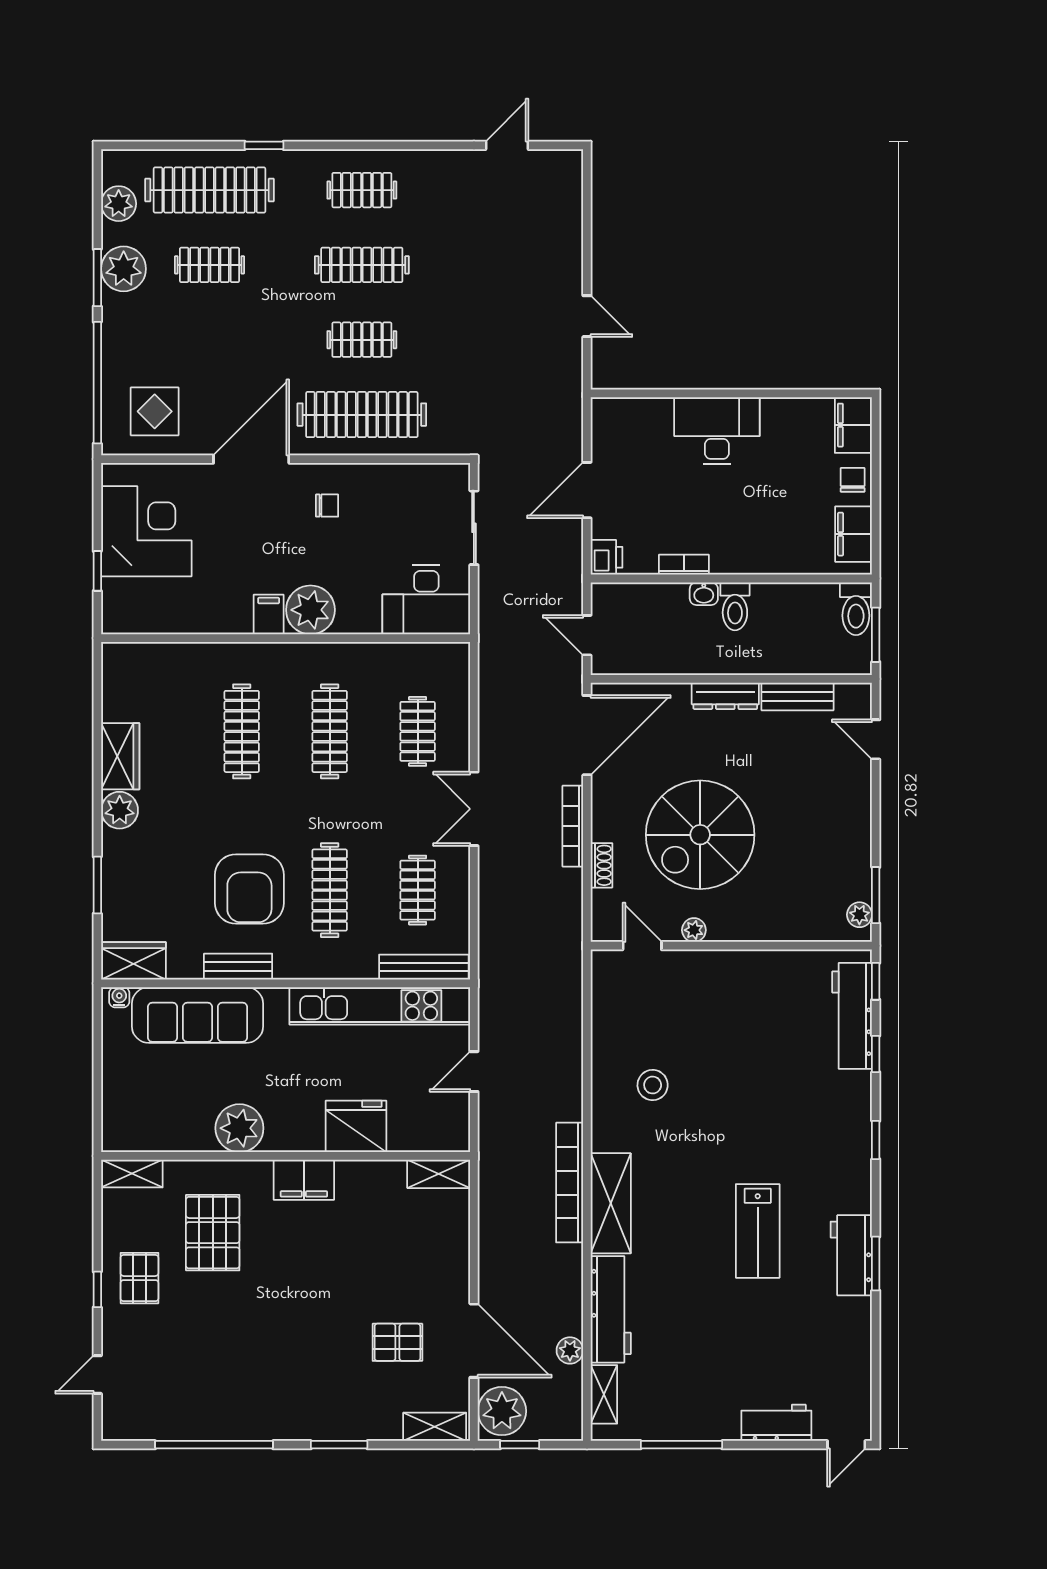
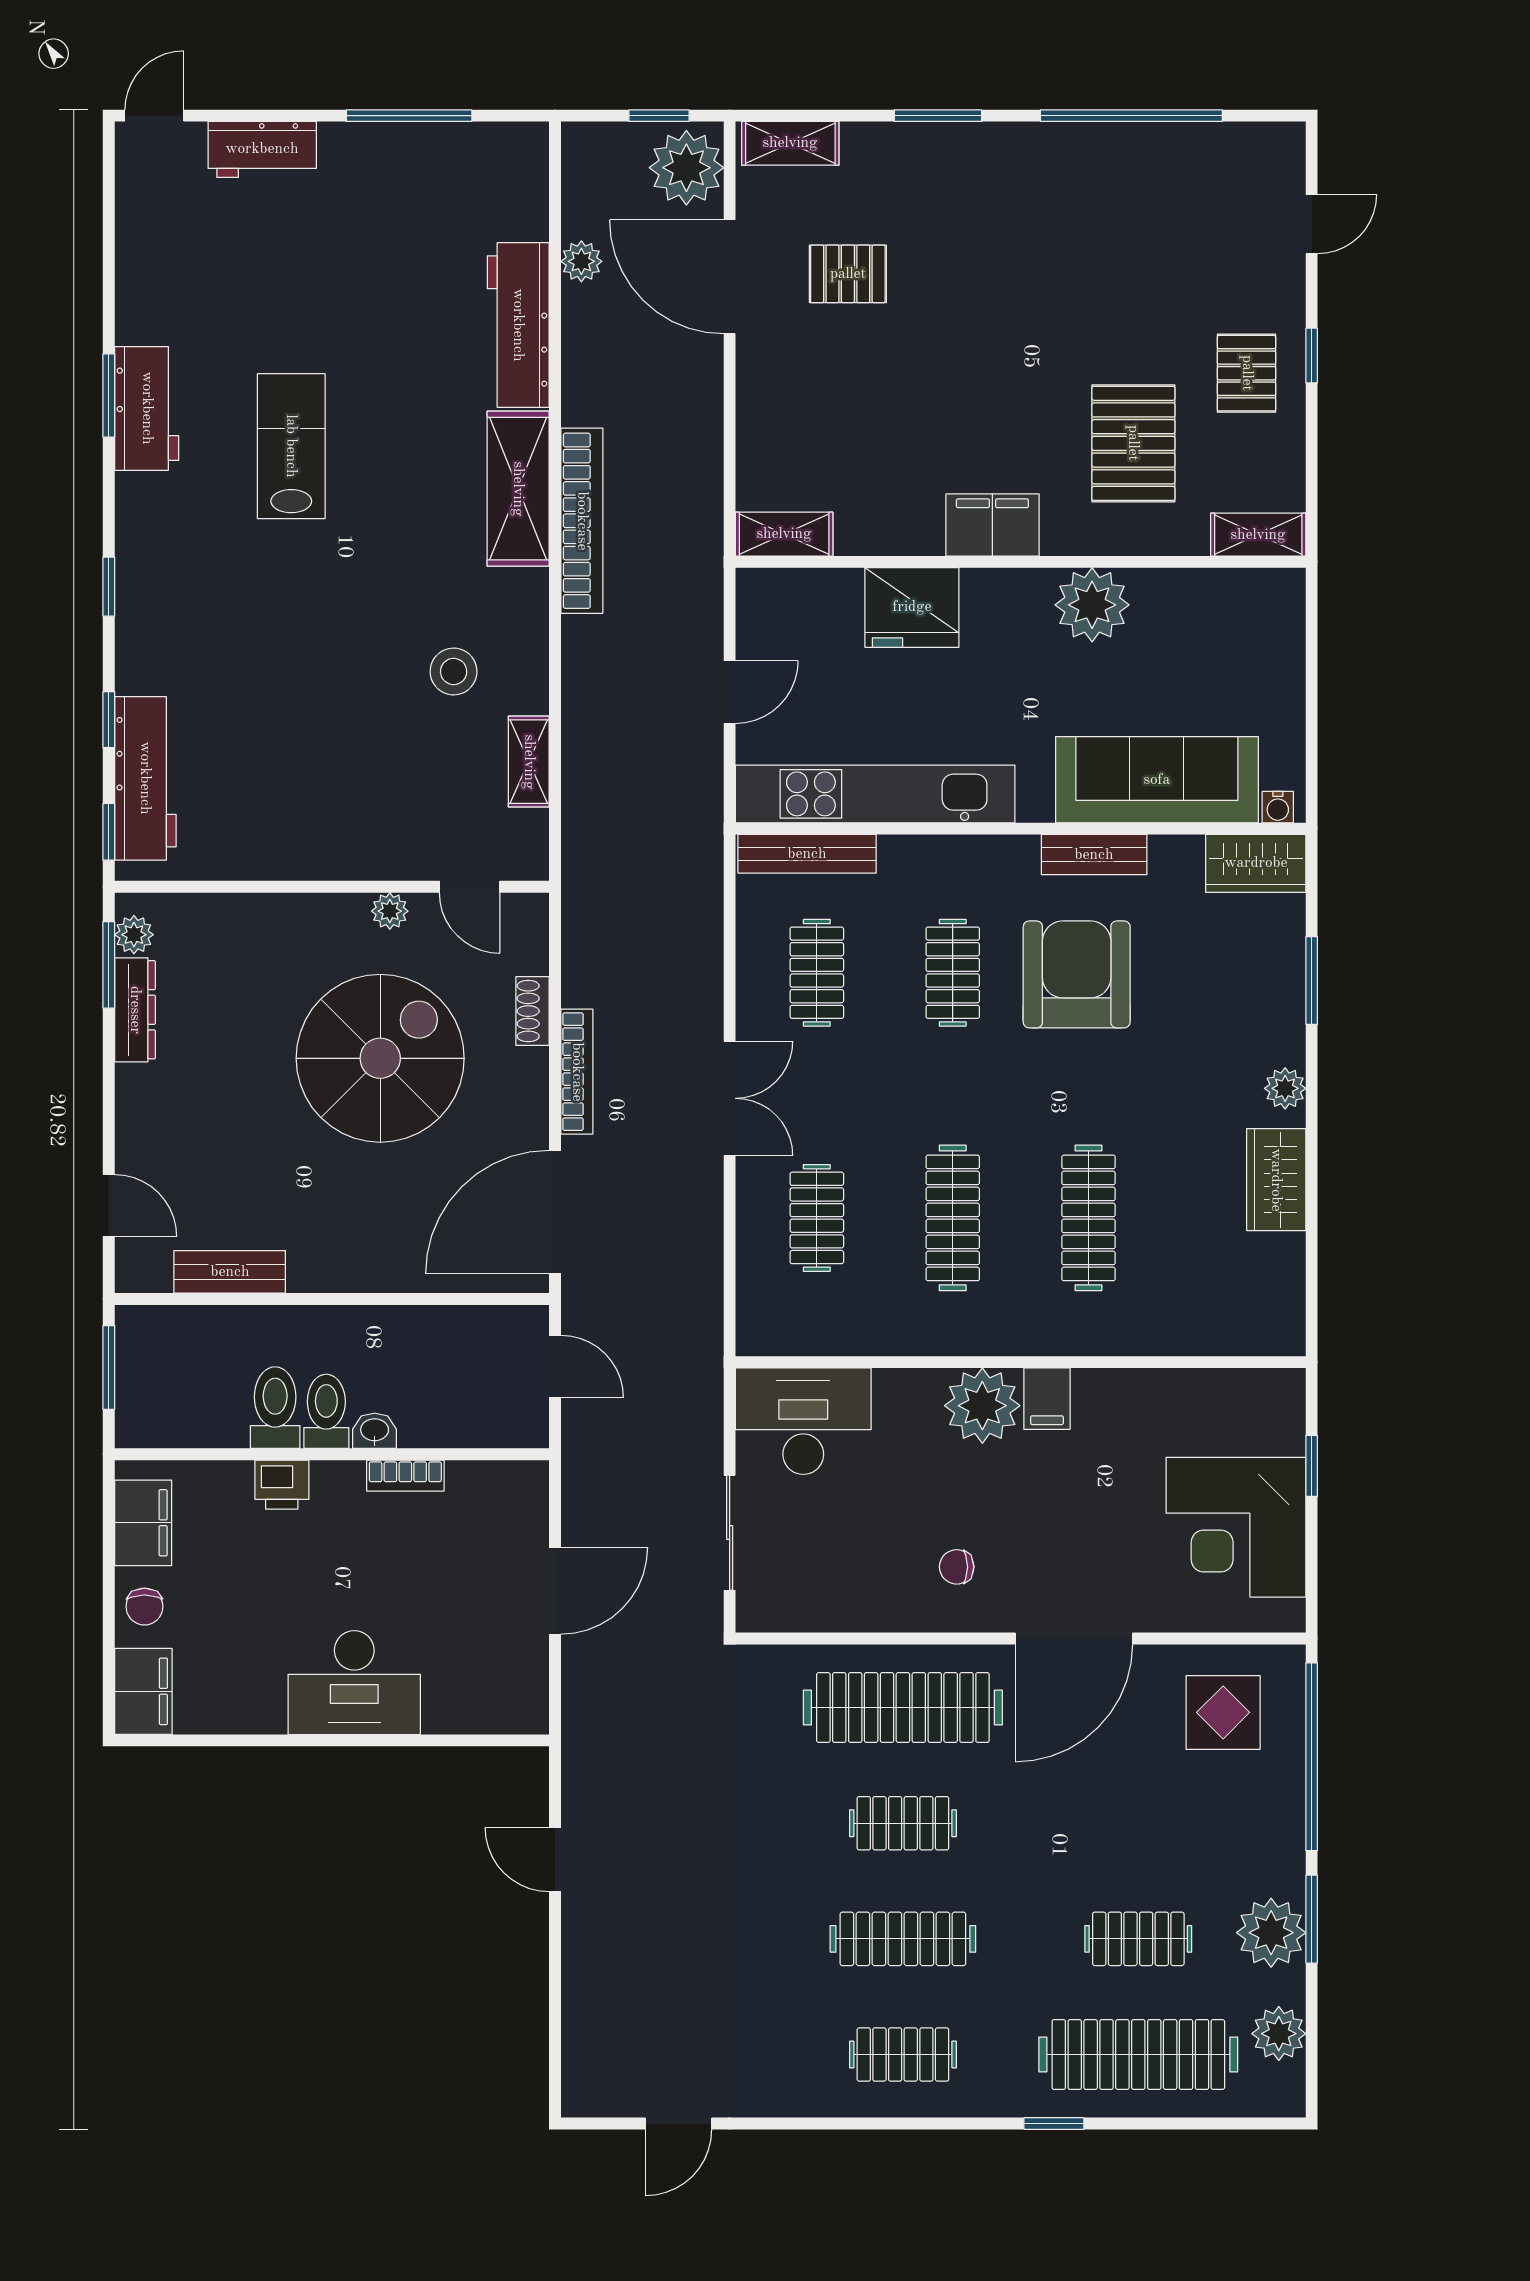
printer: (607, 557) -> (282, 1485), moved, turned -90
toilet: (856, 609) -> (275, 1408), moved
dresser: (725, 696) -> (135, 1010), moved, turned 90
plant: (120, 810) -> (1285, 1088), width x0.73, depth x0.73
clothes rail: (330, 890) -> (953, 973), width x0.73
shelving: (604, 1394) -> (529, 762), moved

